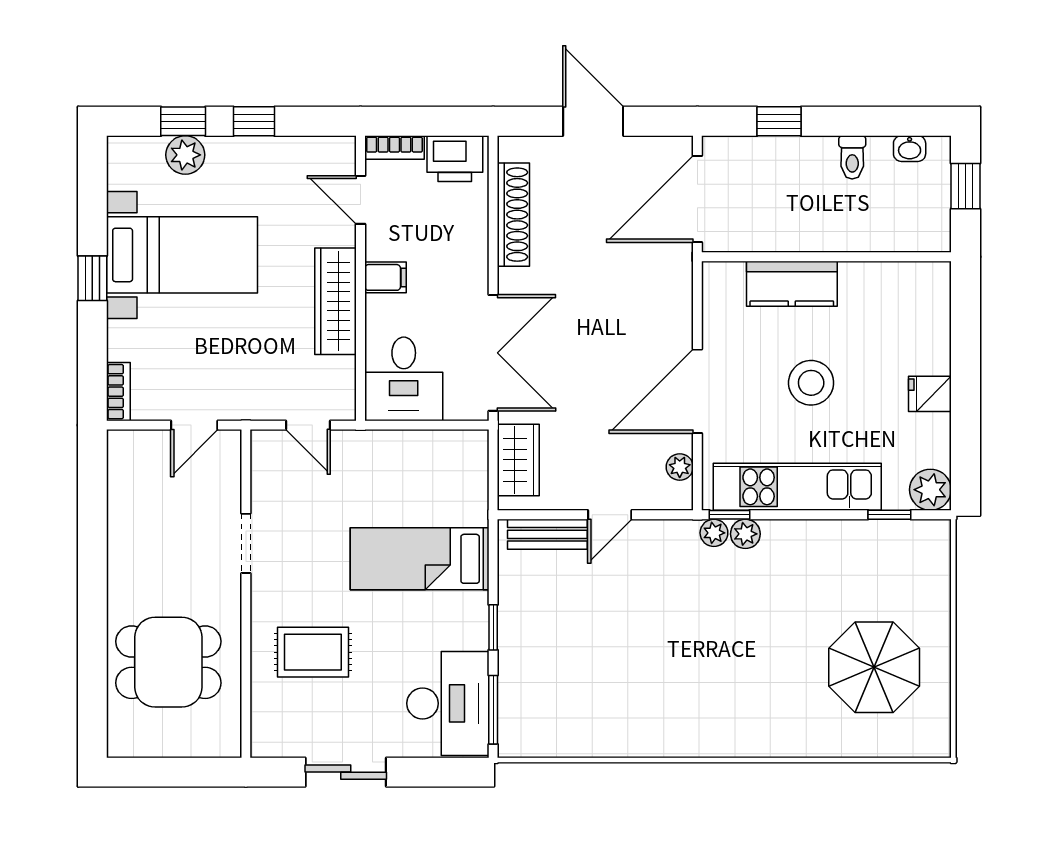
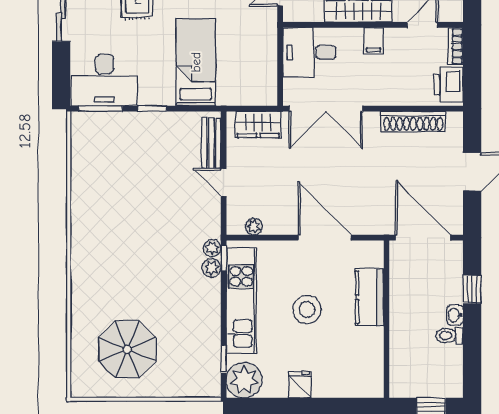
washbasin: (910, 149) -> (455, 315), moved
door: (697, 391) -> (325, 238), moved
plant: (930, 490) -> (244, 380), width x1.36, depth x1.36

